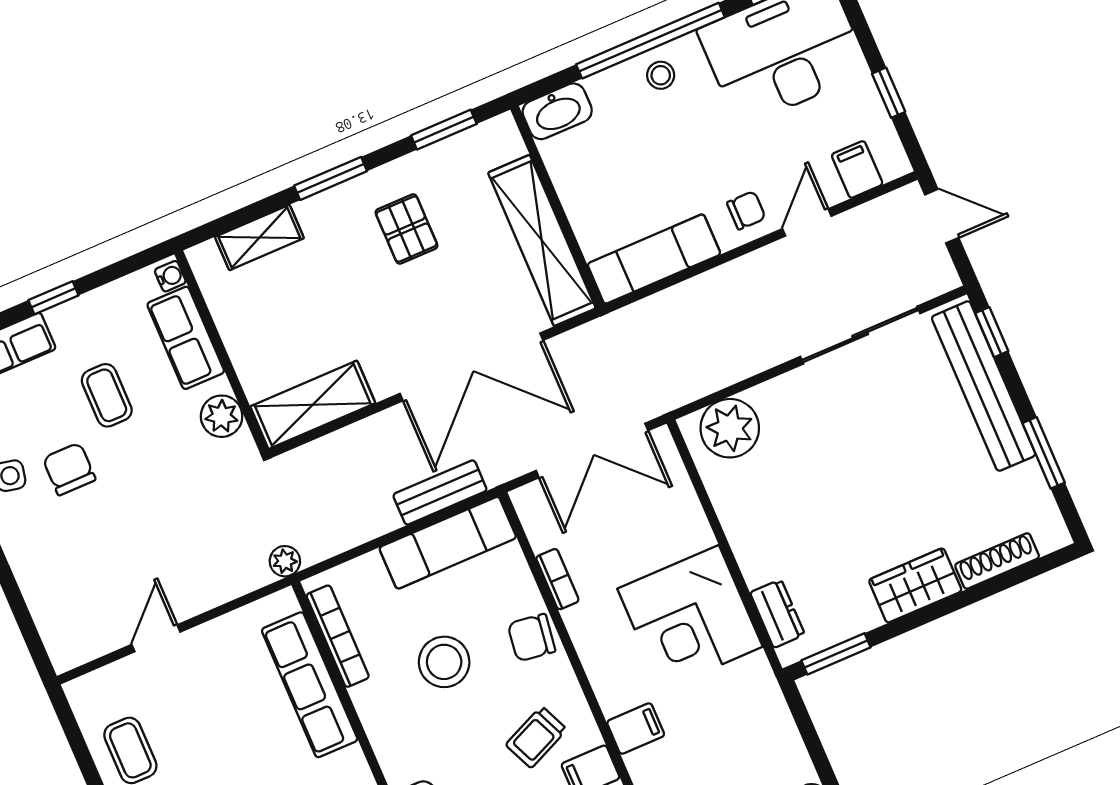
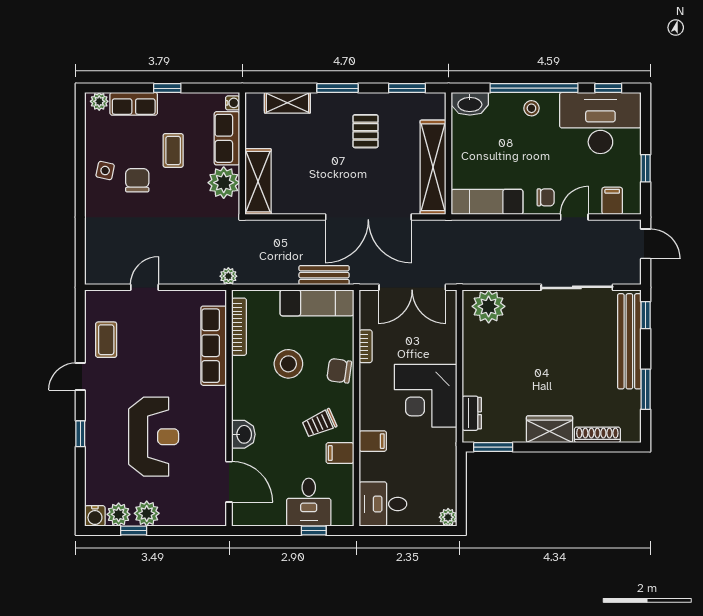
shelving: (313, 405) -> (258, 182), moved, turned 90
plant: (222, 416) -> (224, 183), width x1.36, depth x1.36

